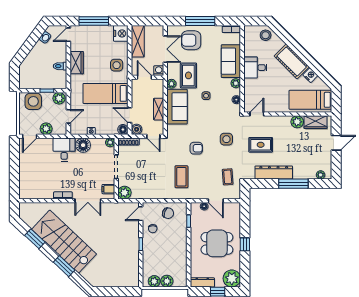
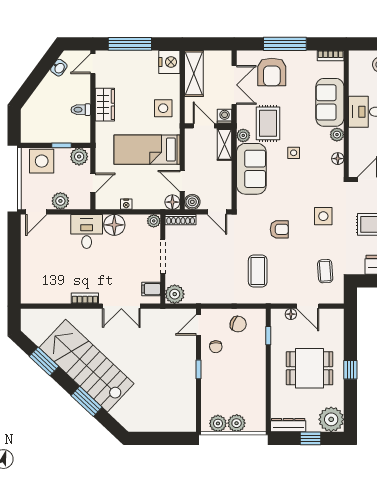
armchair: (191, 40) -> (272, 72), turned -90
shelving: (159, 109) -> (225, 144), moved

